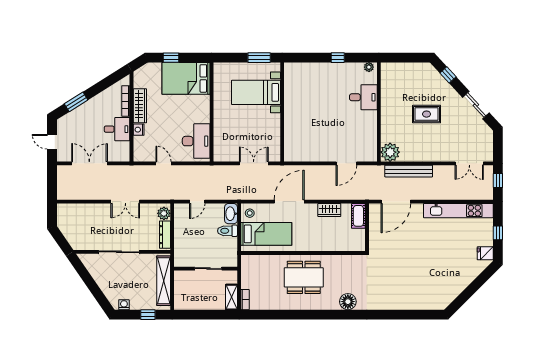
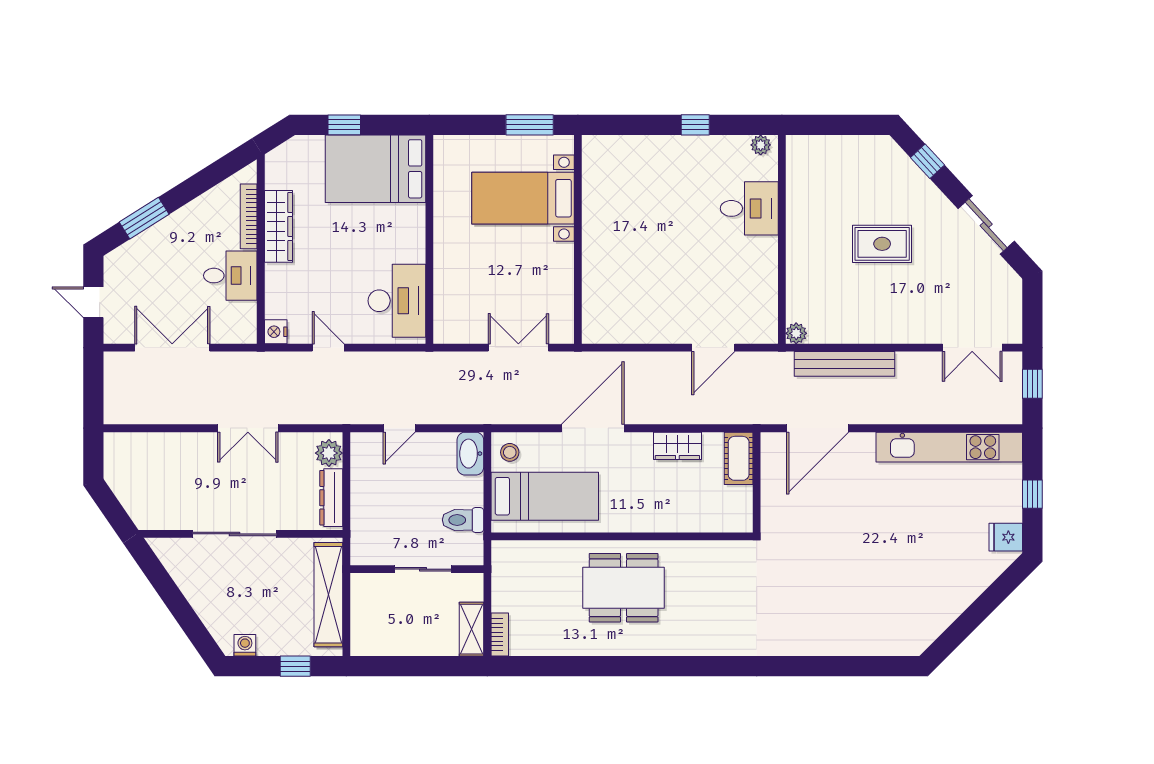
nightstand: (139, 130) -> (276, 332), moved
plant: (390, 152) -> (796, 333), width x0.53, depth x0.53
toilet: (227, 231) -> (463, 520), moved
floor lamp: (348, 302) -> (717, 639), removed

